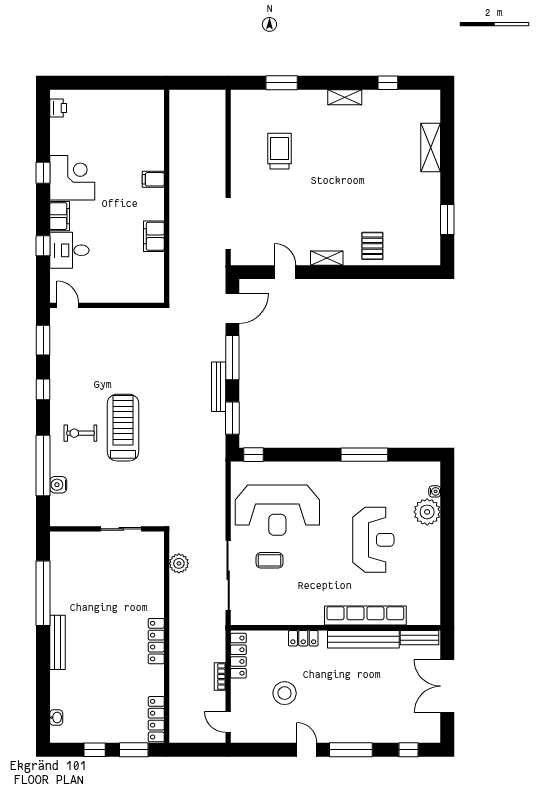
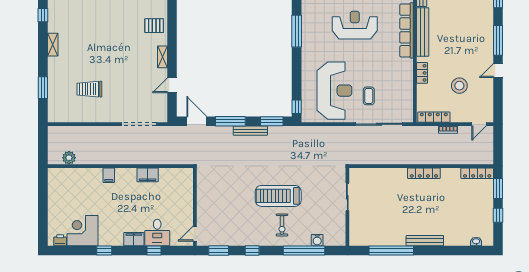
corner desk: (72, 178) -> (82, 231), moved
plant: (179, 563) -> (69, 158), moved

